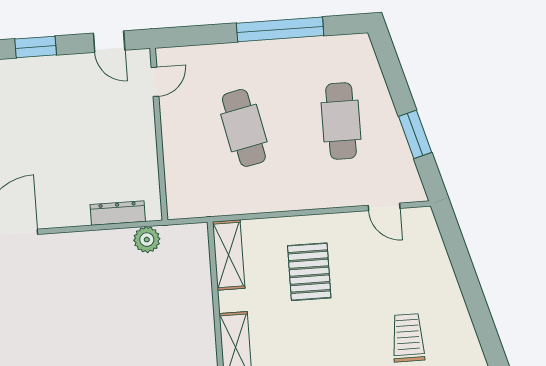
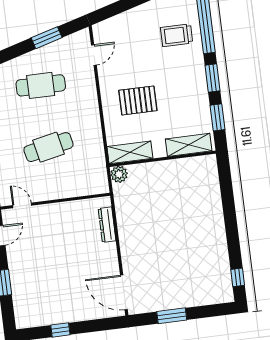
plant: (147, 240) -> (119, 174), moved

